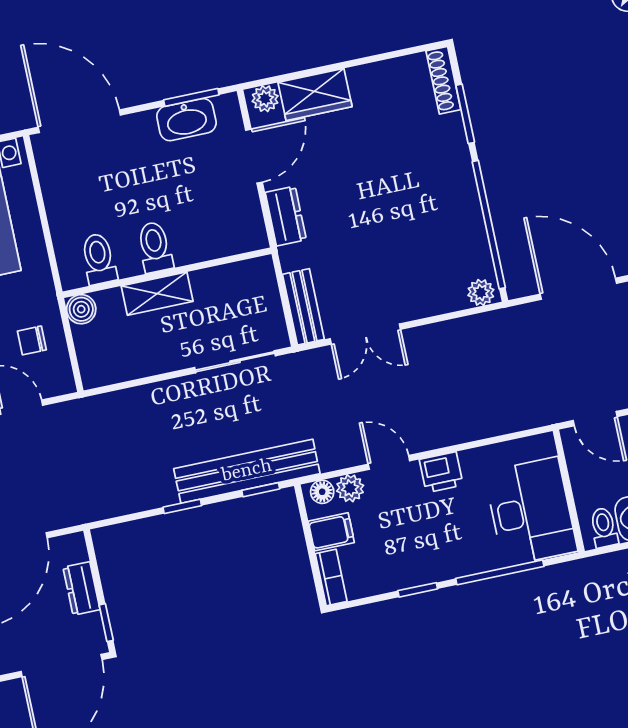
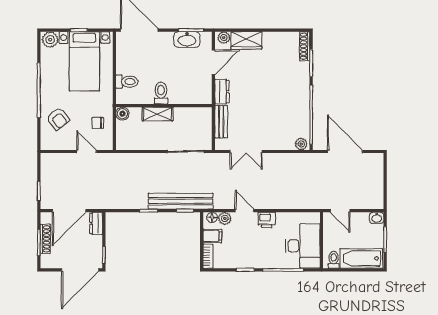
toilet: (99, 259) -> (127, 82), moved, turned 90
bench: (303, 307) -> (221, 122), moved
dresser: (81, 588) -> (96, 223), moved

